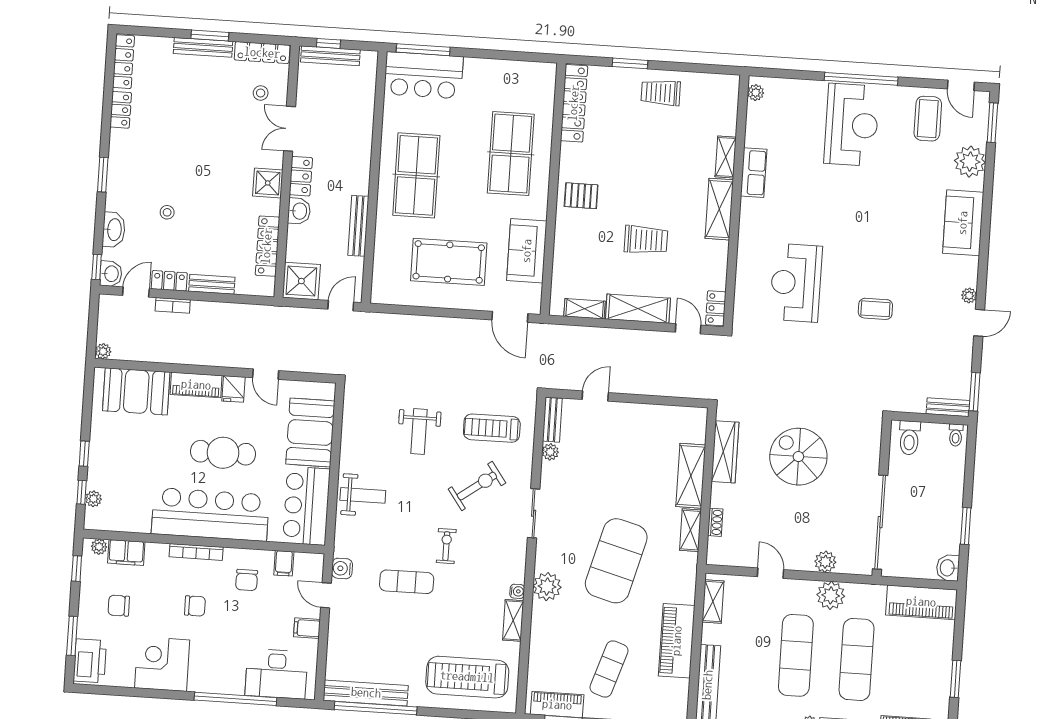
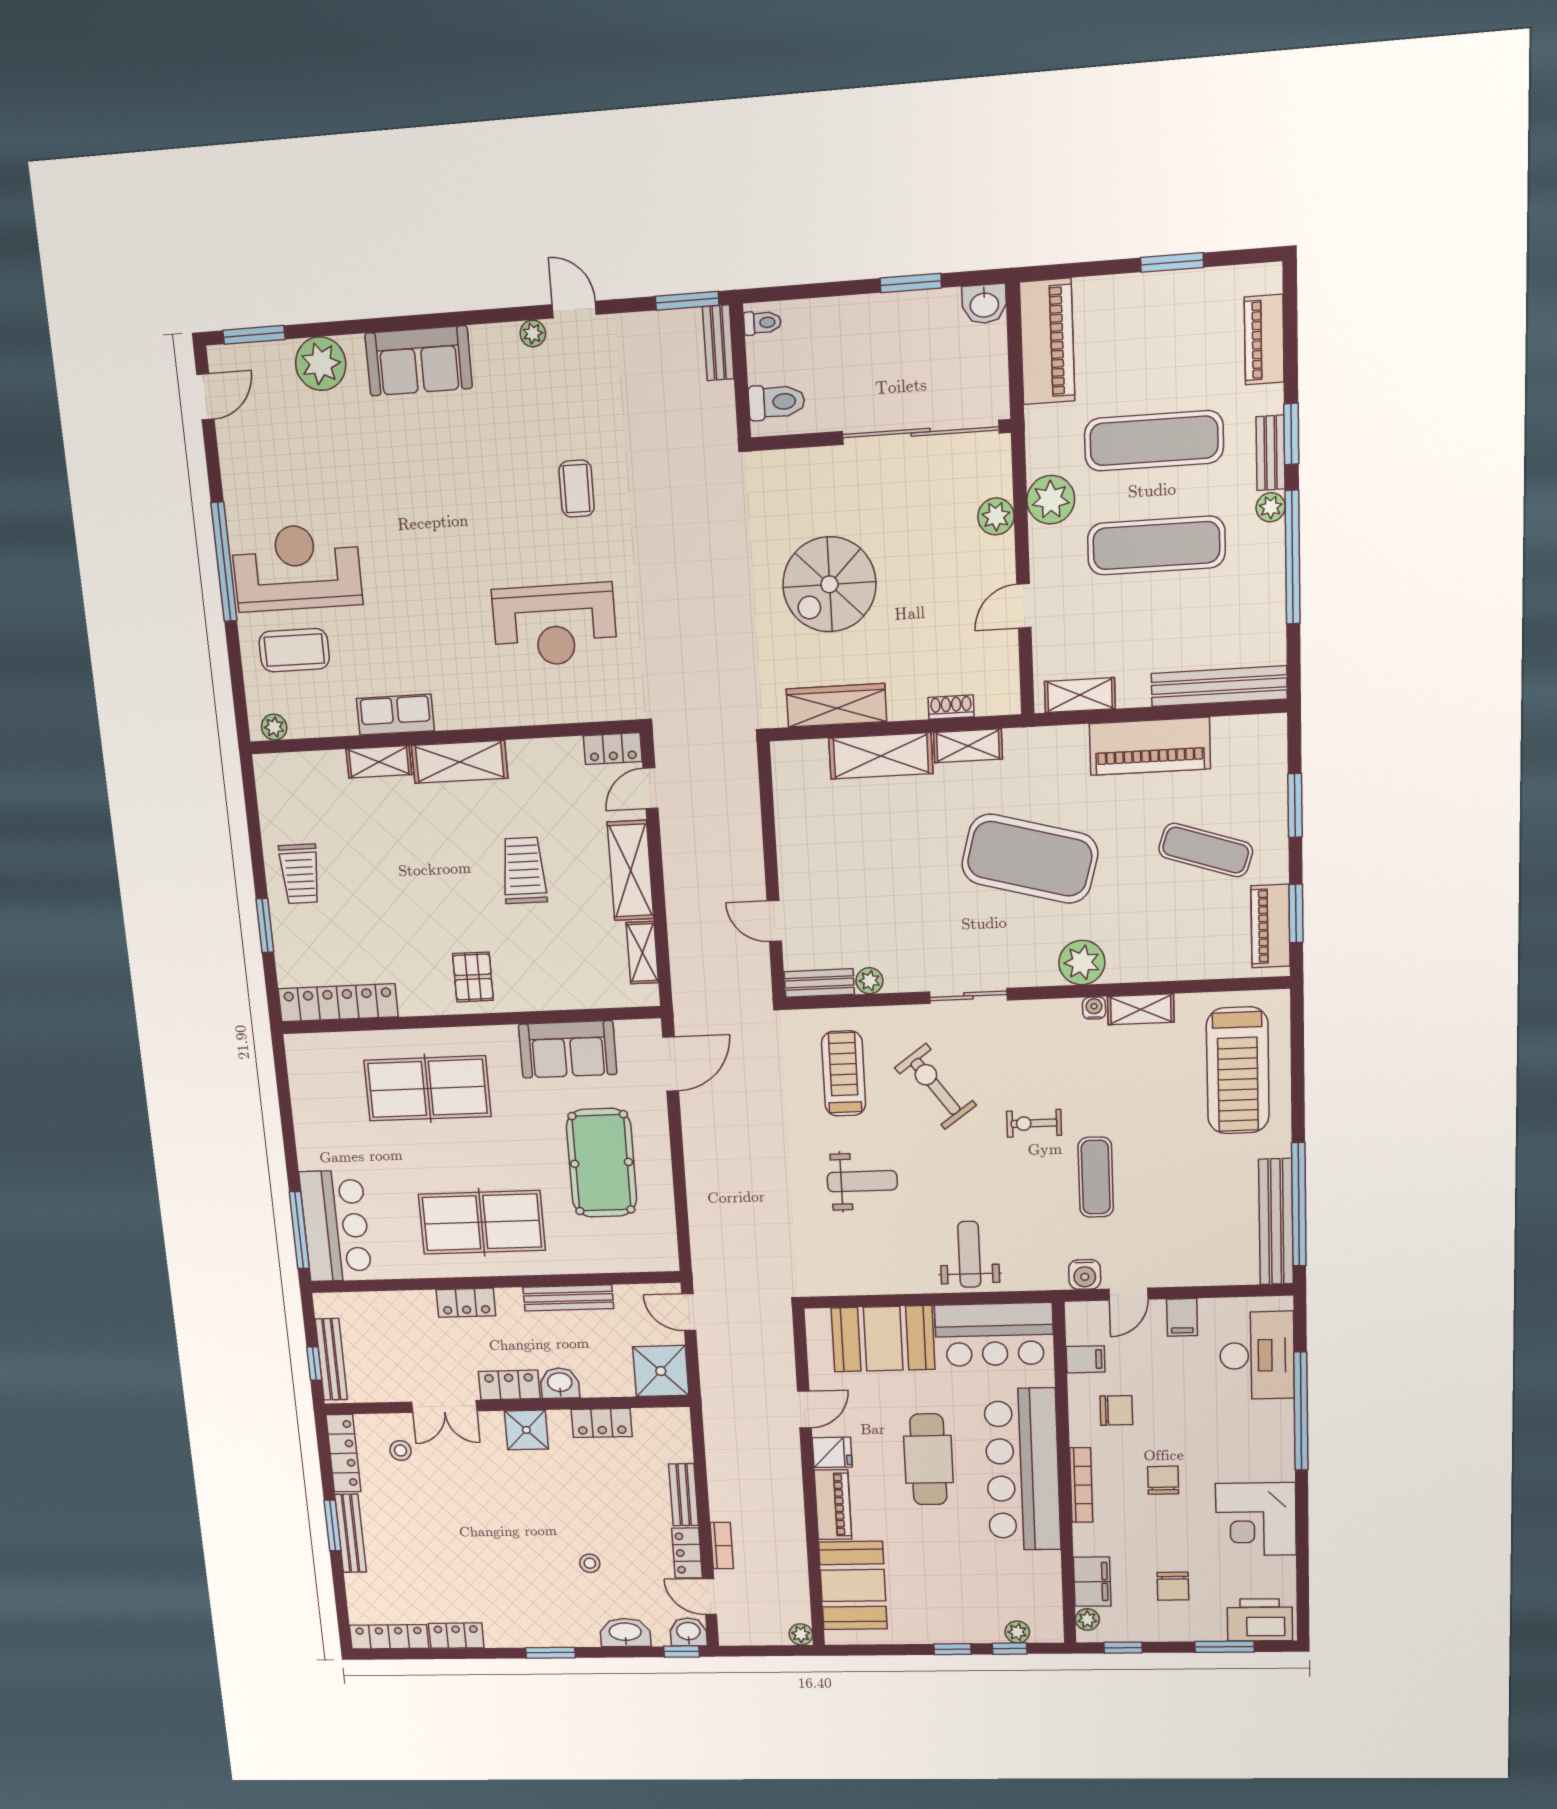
coffee table: (928, 119) -> (294, 650), moved
locker: (362, 156) -> (466, 1303), added
locker: (267, 246) -> (602, 1423), width x0.66
treadmill: (492, 428) -> (844, 1073), turned 180

